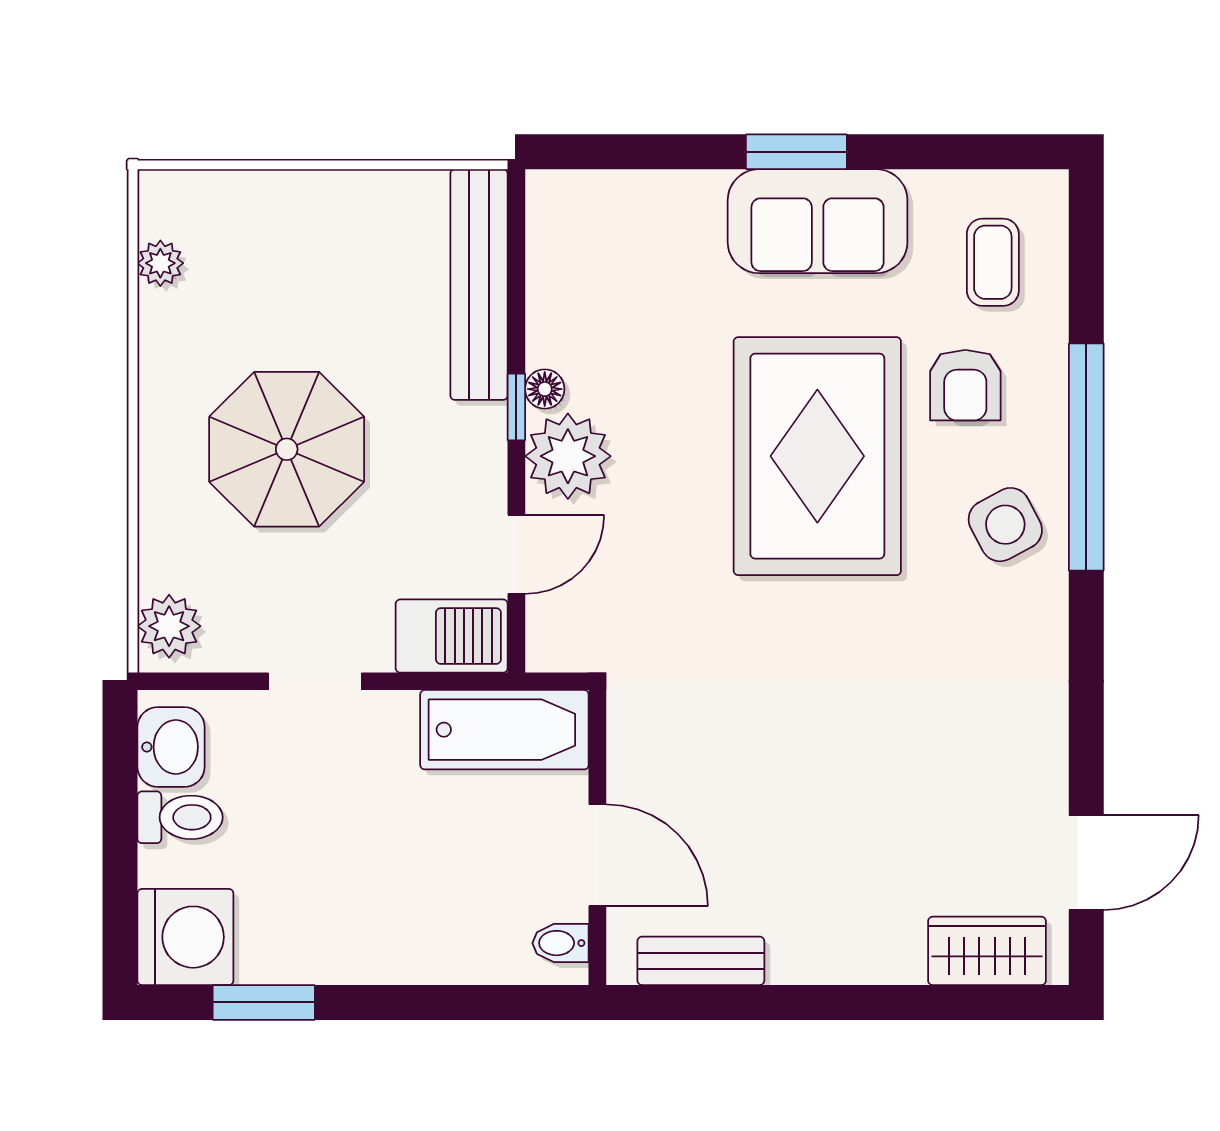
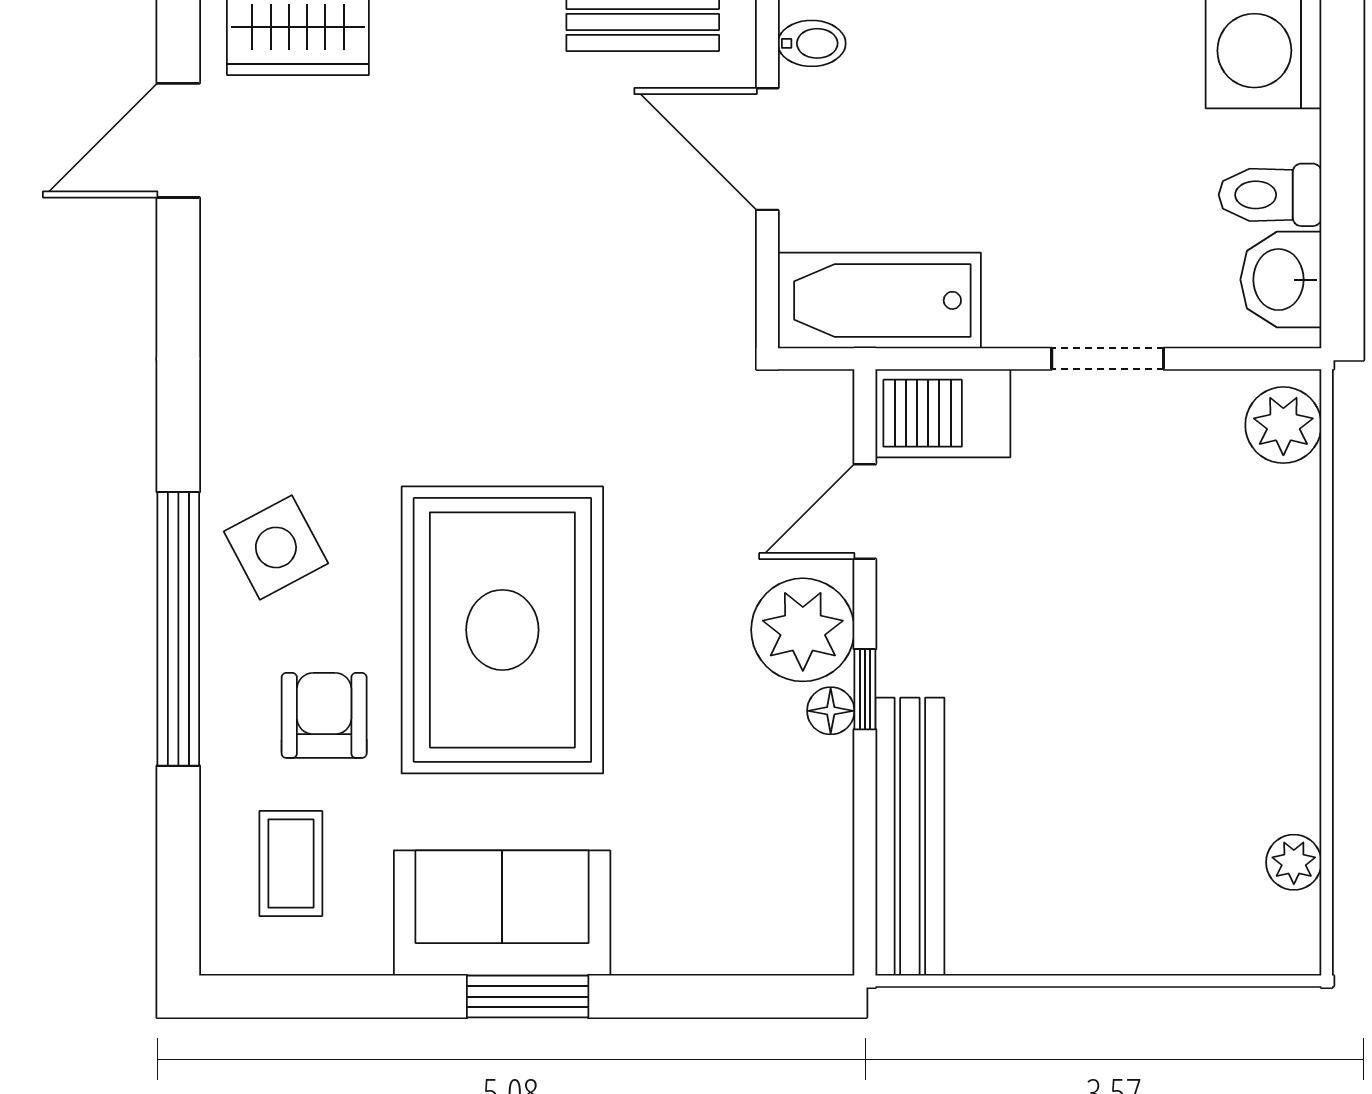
parasol: (287, 449) -> (1142, 638), removed

